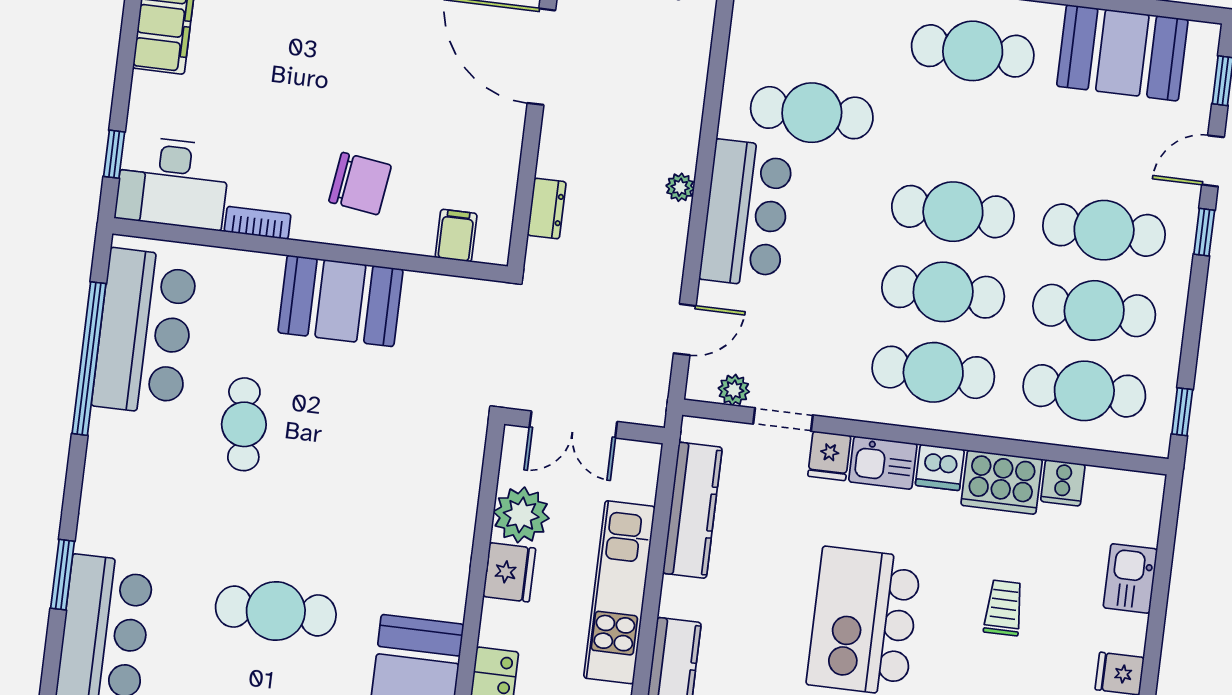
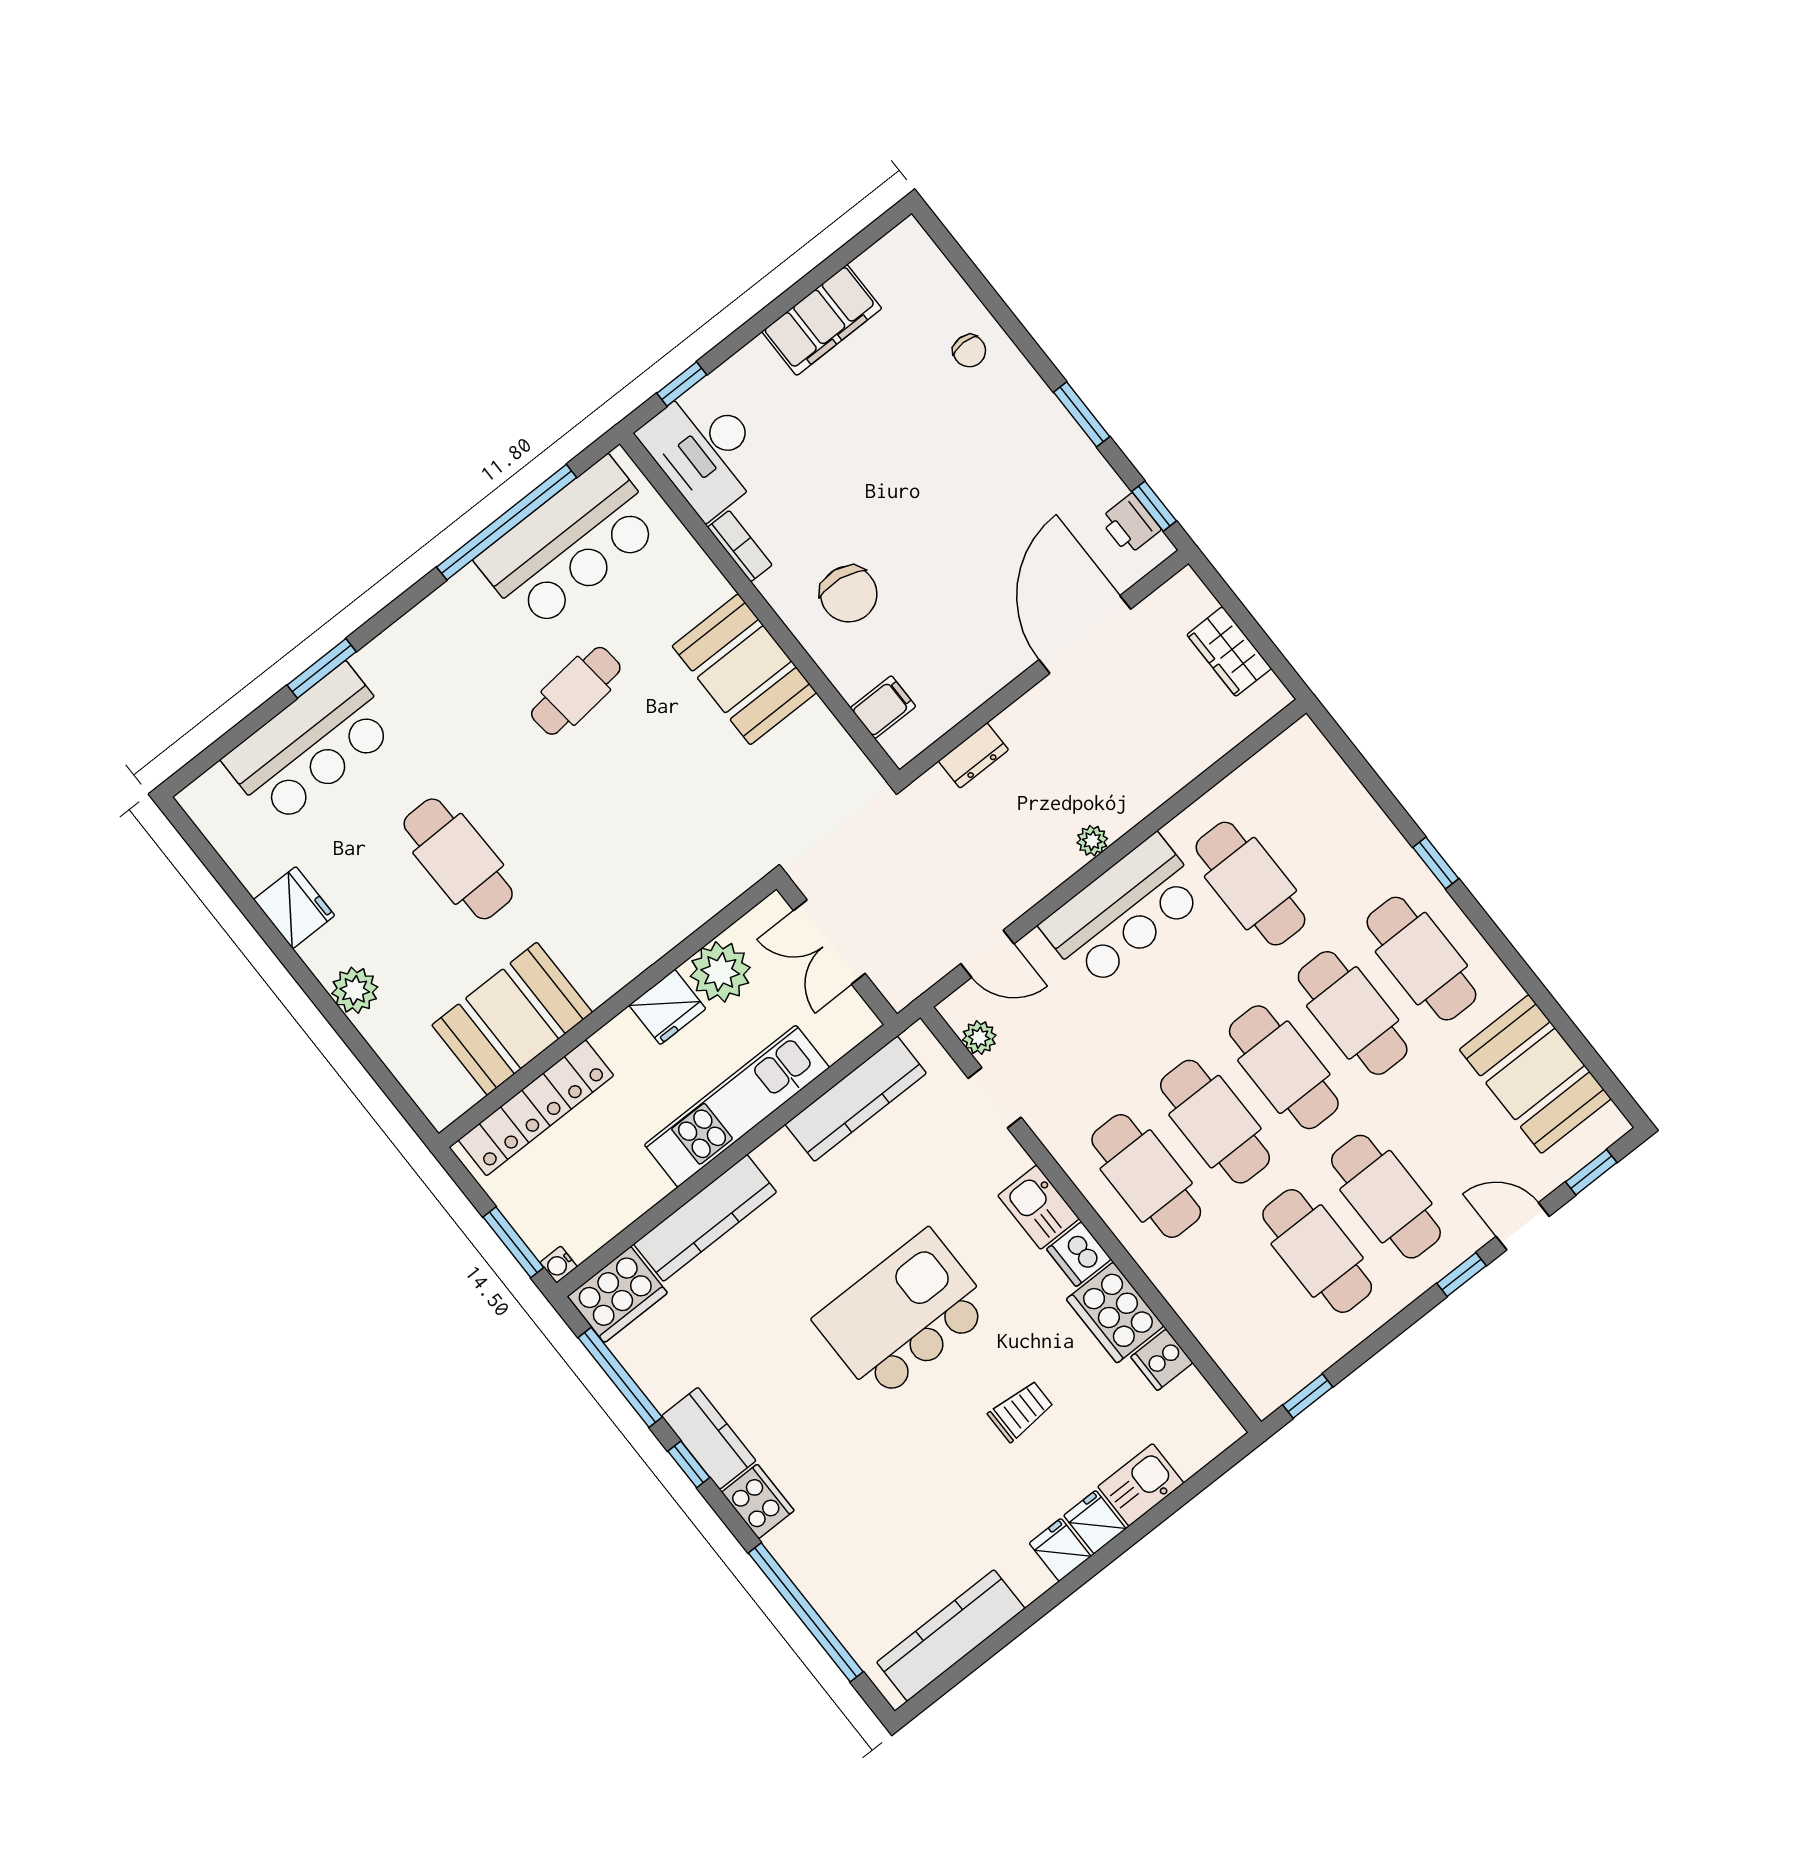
cafe table: (1084, 391) -> (1353, 1013), moved
fridge: (829, 456) -> (1095, 1522), moved, turned 90

